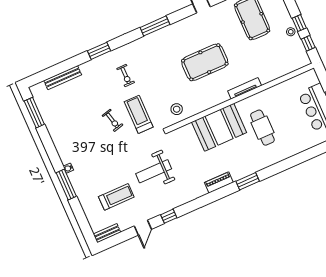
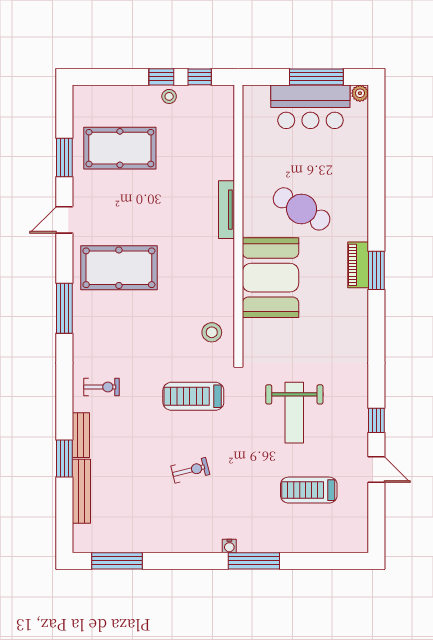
window: (99, 51) -> (64, 459), moved
pool table: (205, 62) -> (119, 268), moved, turned 90
exercise bike: (126, 76) -> (101, 387), moved
exercise bike: (112, 120) -> (190, 470), moved
cafe table: (262, 128) -> (302, 209), turned 31
piano: (219, 182) -> (358, 265), moved
treadmill: (116, 197) -> (309, 490), turned -90
bench: (107, 233) -> (81, 435), moved

